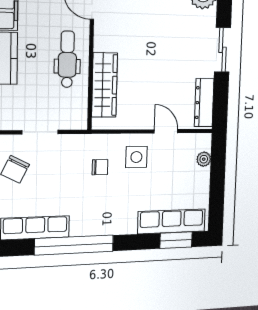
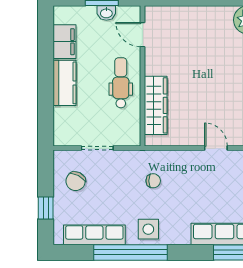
side table: (136, 157) -> (148, 229), moved

